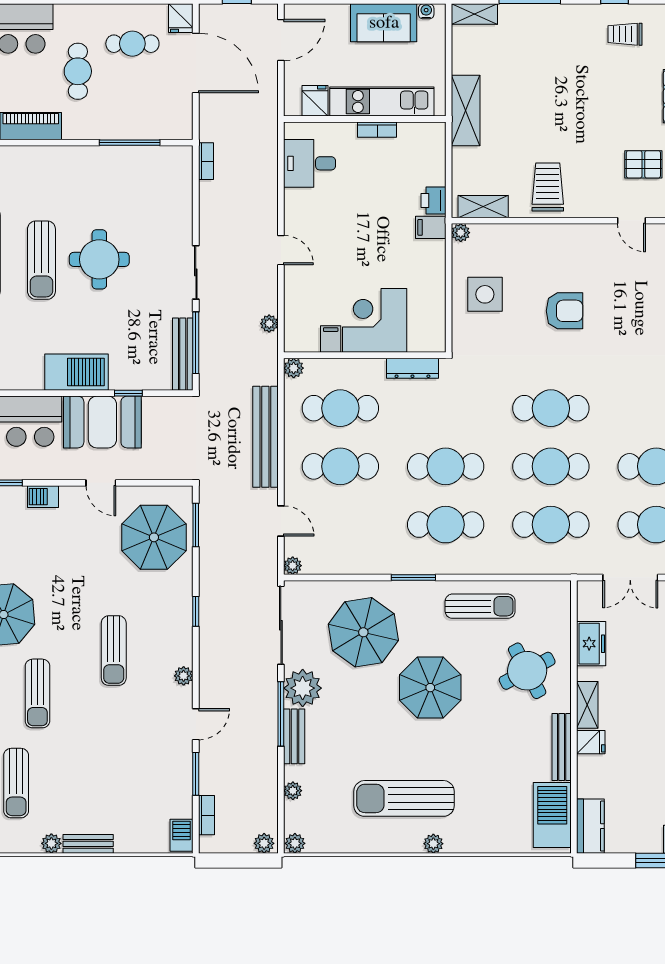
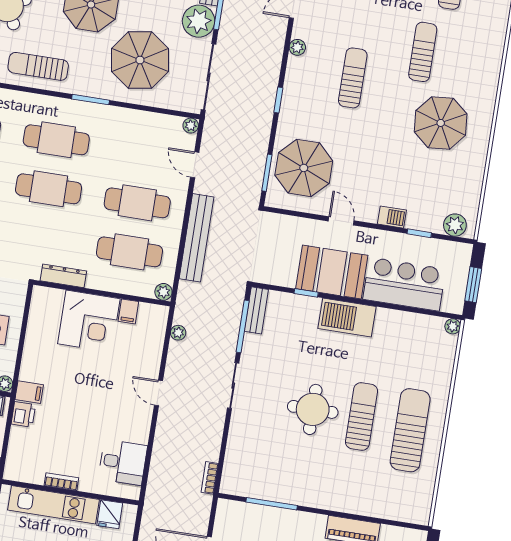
bench: (183, 354) -> (256, 310), width x0.73

